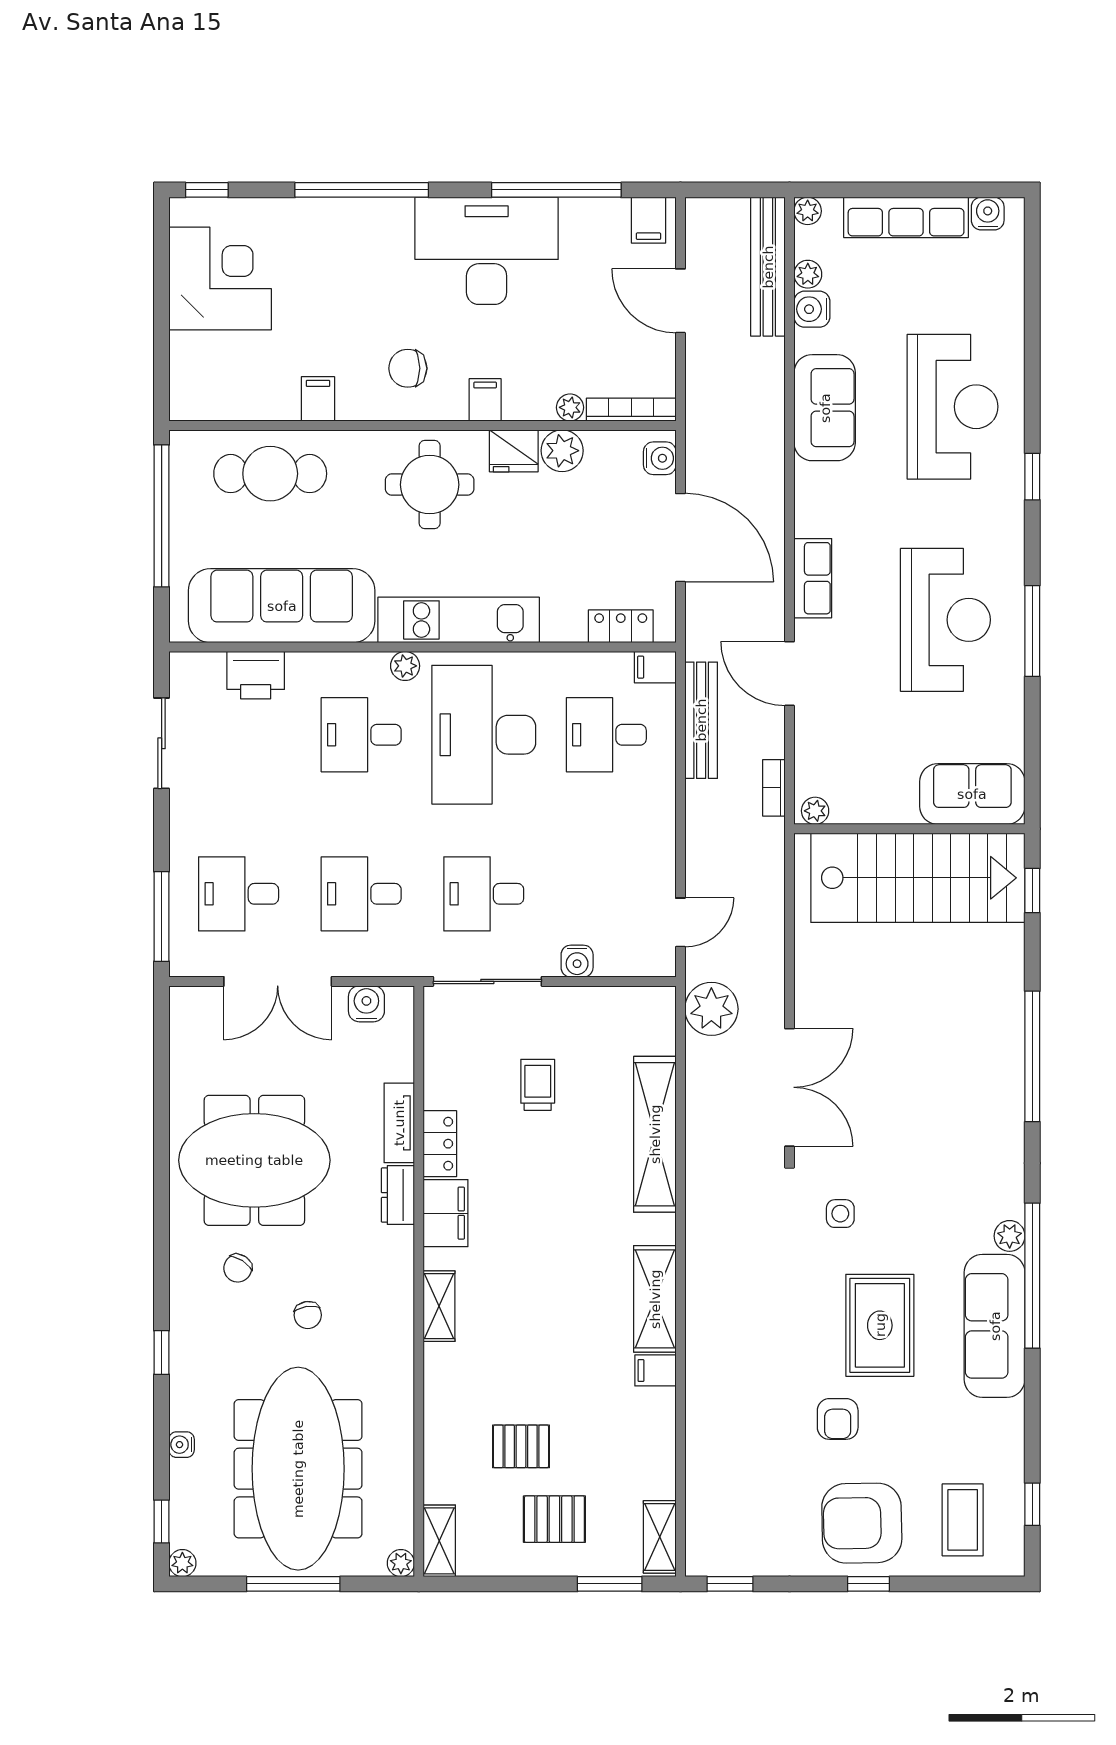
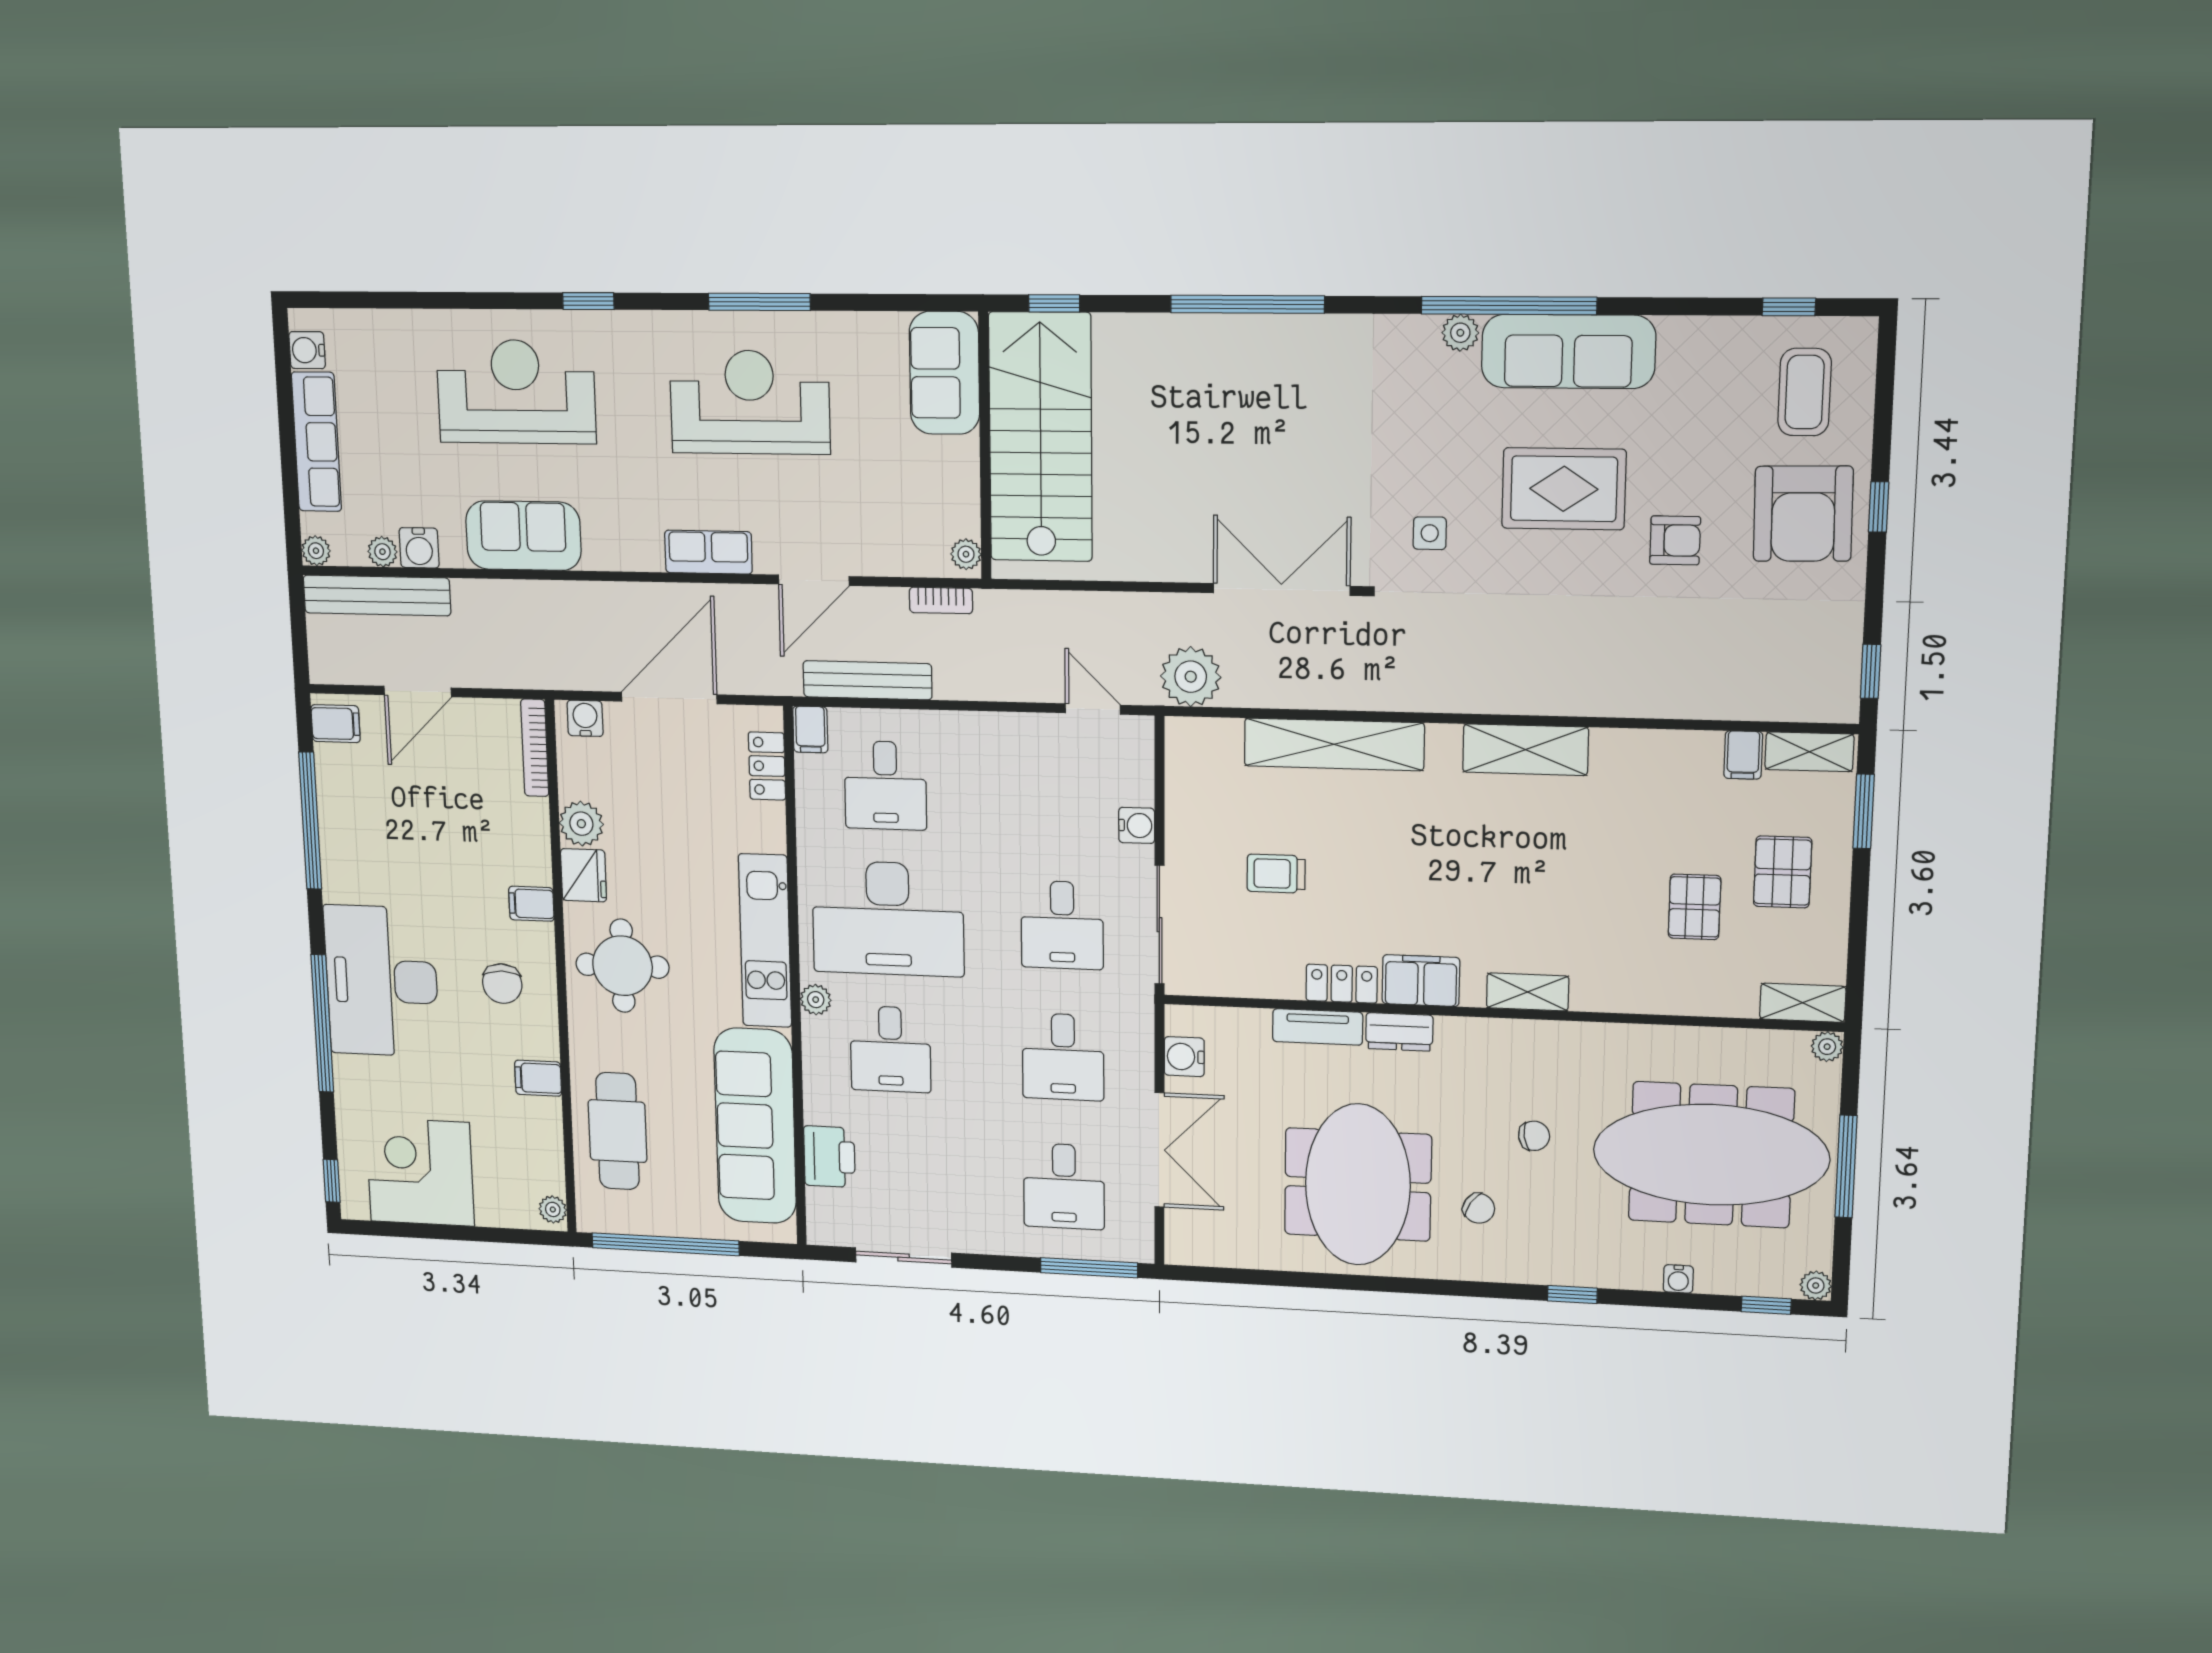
desk: (487, 251) -> (382, 981), moved
plant: (570, 407) -> (553, 1209), moved
filing cabinet: (655, 1370) -> (1743, 755), moved
coffee table: (963, 1520) -> (1805, 392), turned 90

